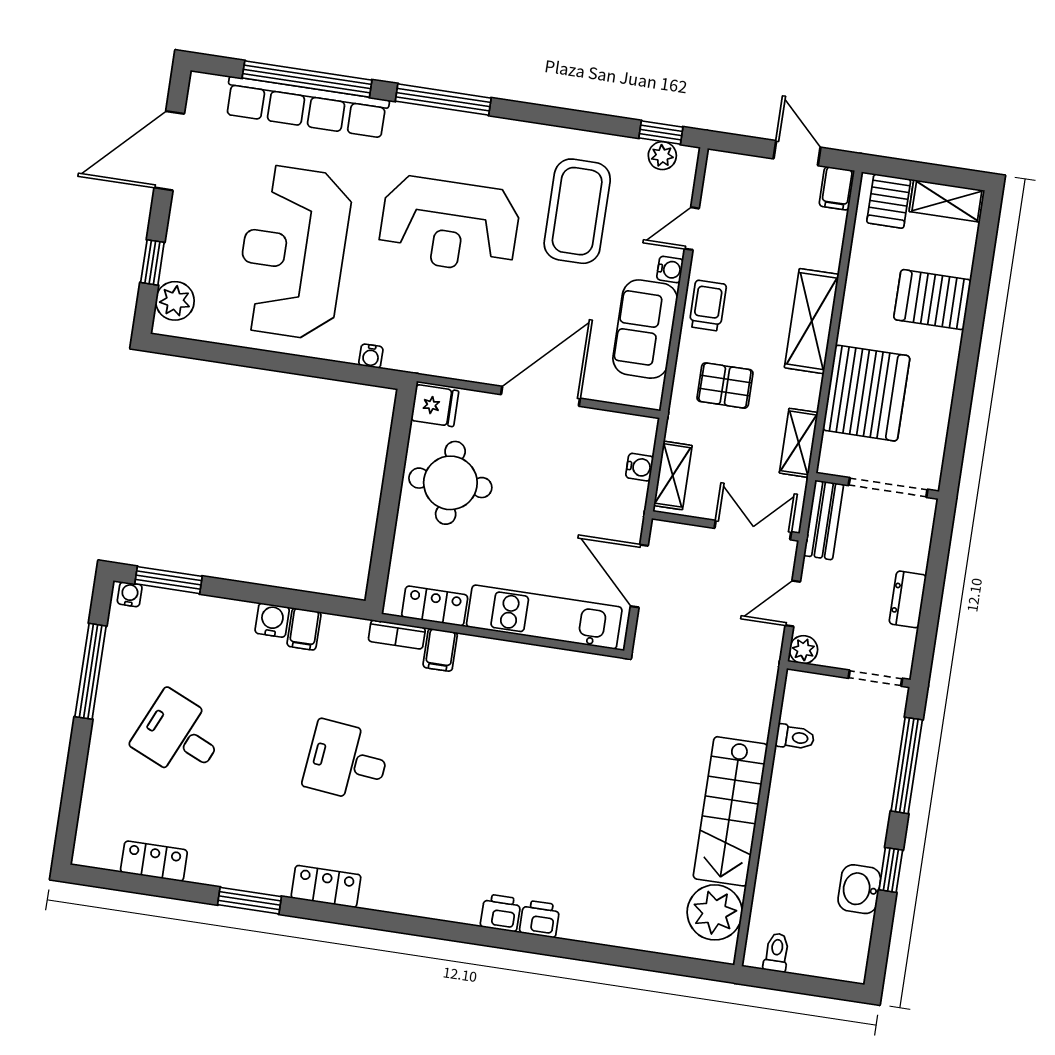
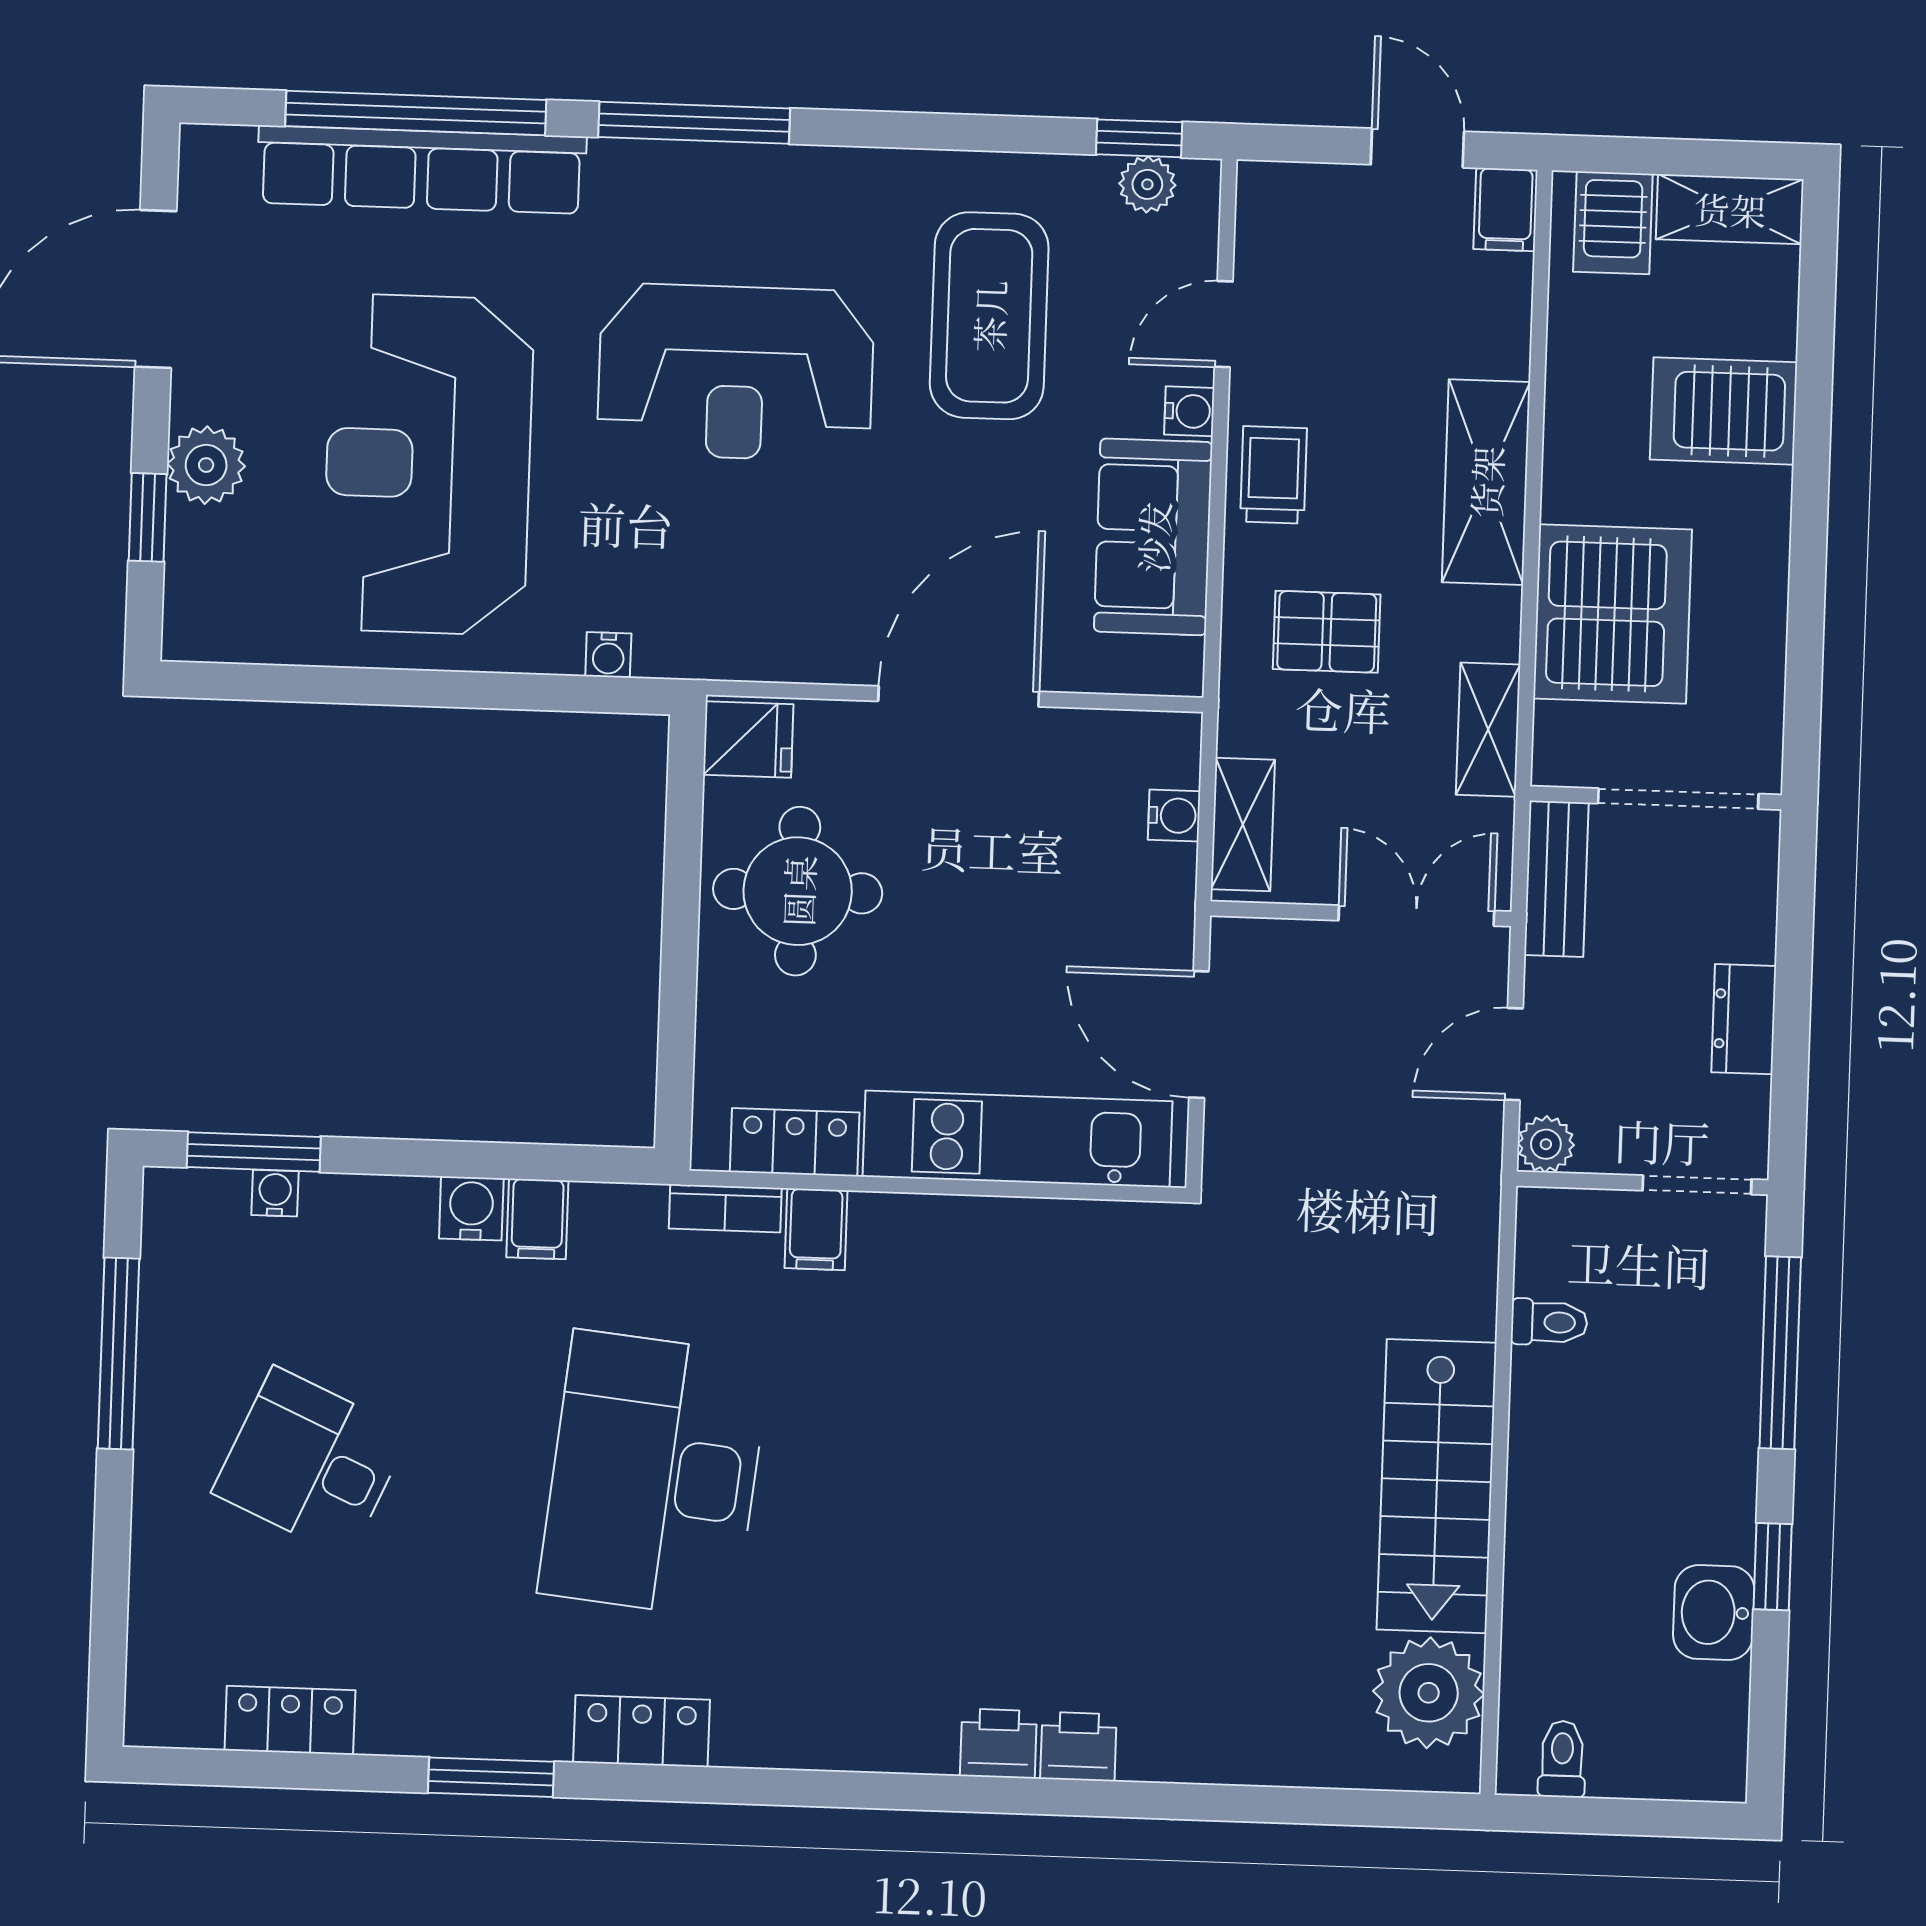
plant: (175, 301) -> (206, 465), moved
water cooler: (130, 594) -> (275, 1193), moved
desk: (347, 761) -> (654, 1474), width x1.87, depth x1.30

